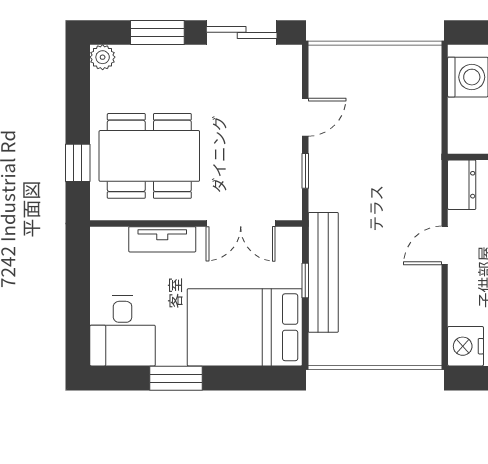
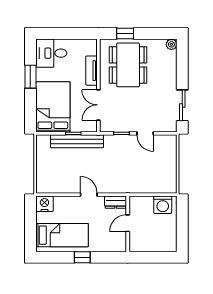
window: (157, 32) -> (182, 68), removed

